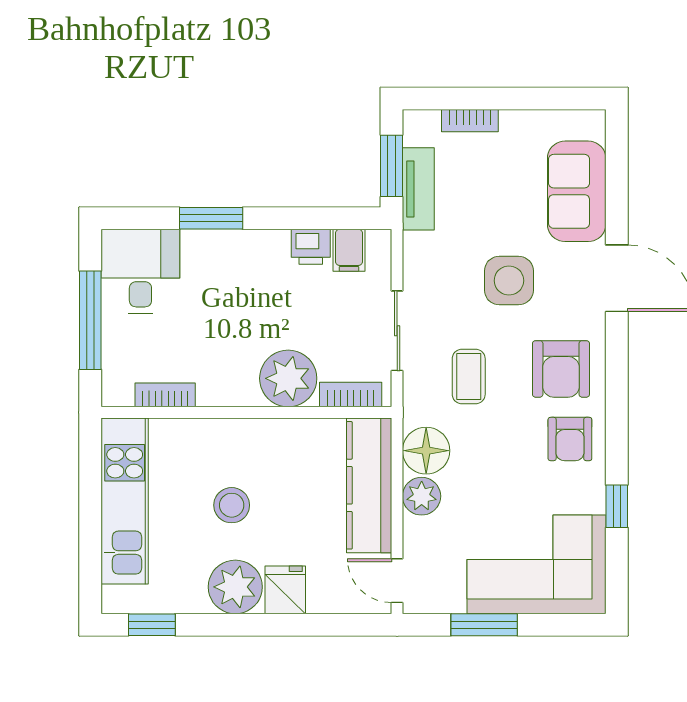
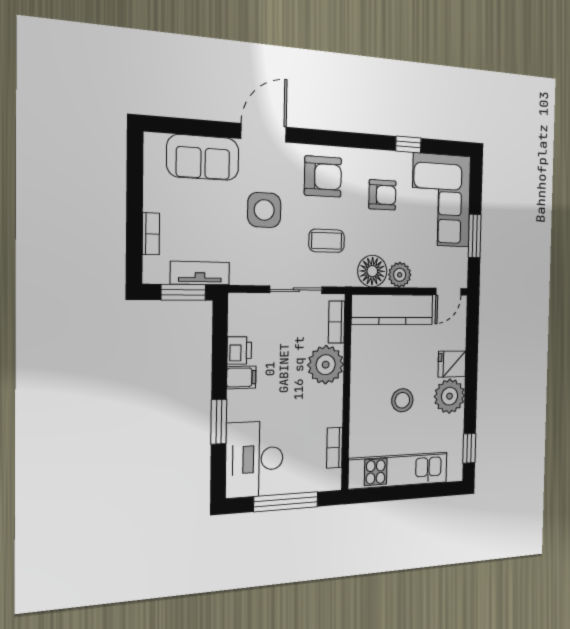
filing cabinet: (349, 250) -> (241, 377), moved
desk: (140, 271) -> (254, 459), width x1.37
armchair: (570, 439) -> (382, 195), moved

